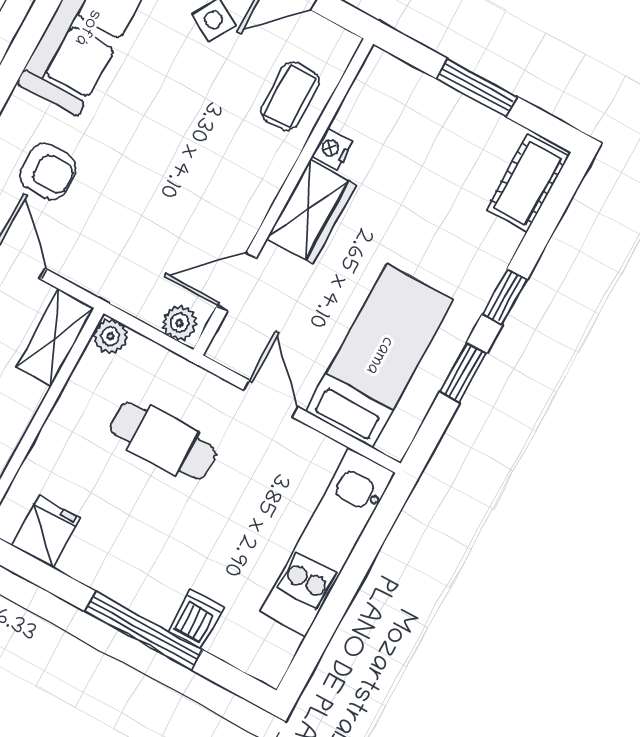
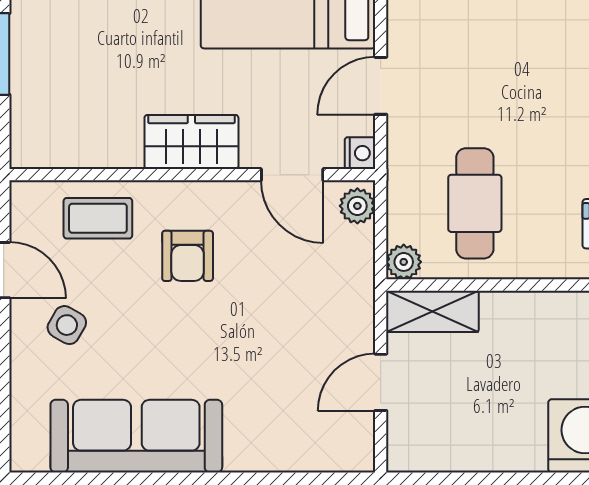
nightstand: (332, 149) -> (360, 153), moved, turned -90
armchair: (48, 171) -> (188, 256), moved, turned 180
cafe table: (163, 441) -> (475, 203), moved

